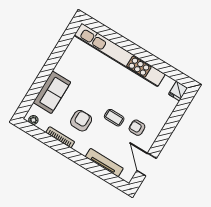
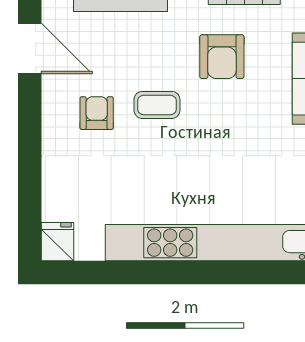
armchair: (137, 128) -> (97, 113), turned -90

